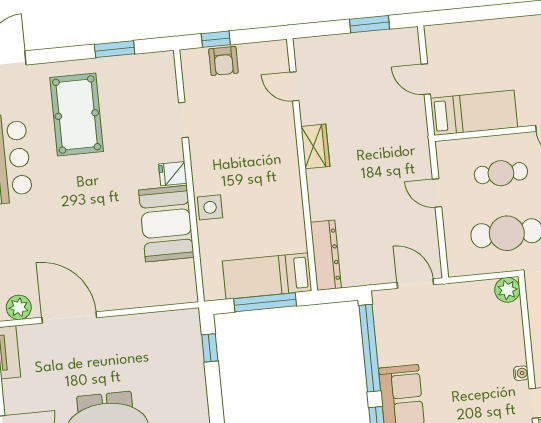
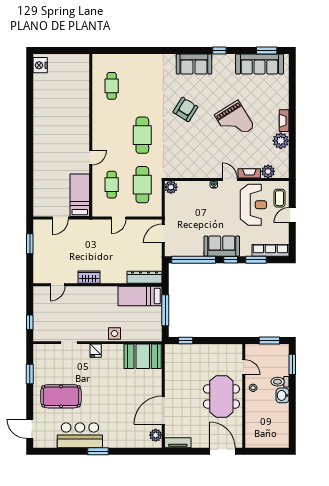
armchair: (223, 61) -> (41, 319), removed
booth: (166, 224) -> (143, 356), moved
bed: (267, 276) -> (140, 296), moved, turned 90

